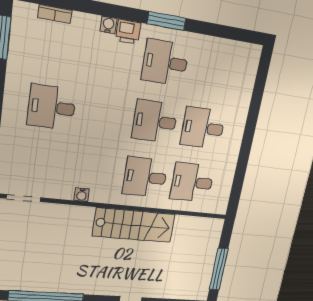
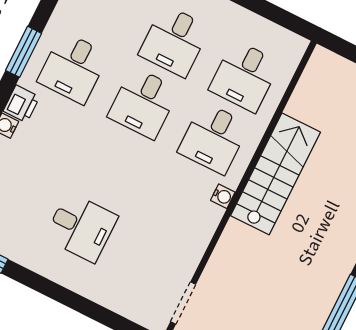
desk: (52, 107) -> (81, 227), turned -90
water cooler: (82, 195) -> (223, 196), moved

